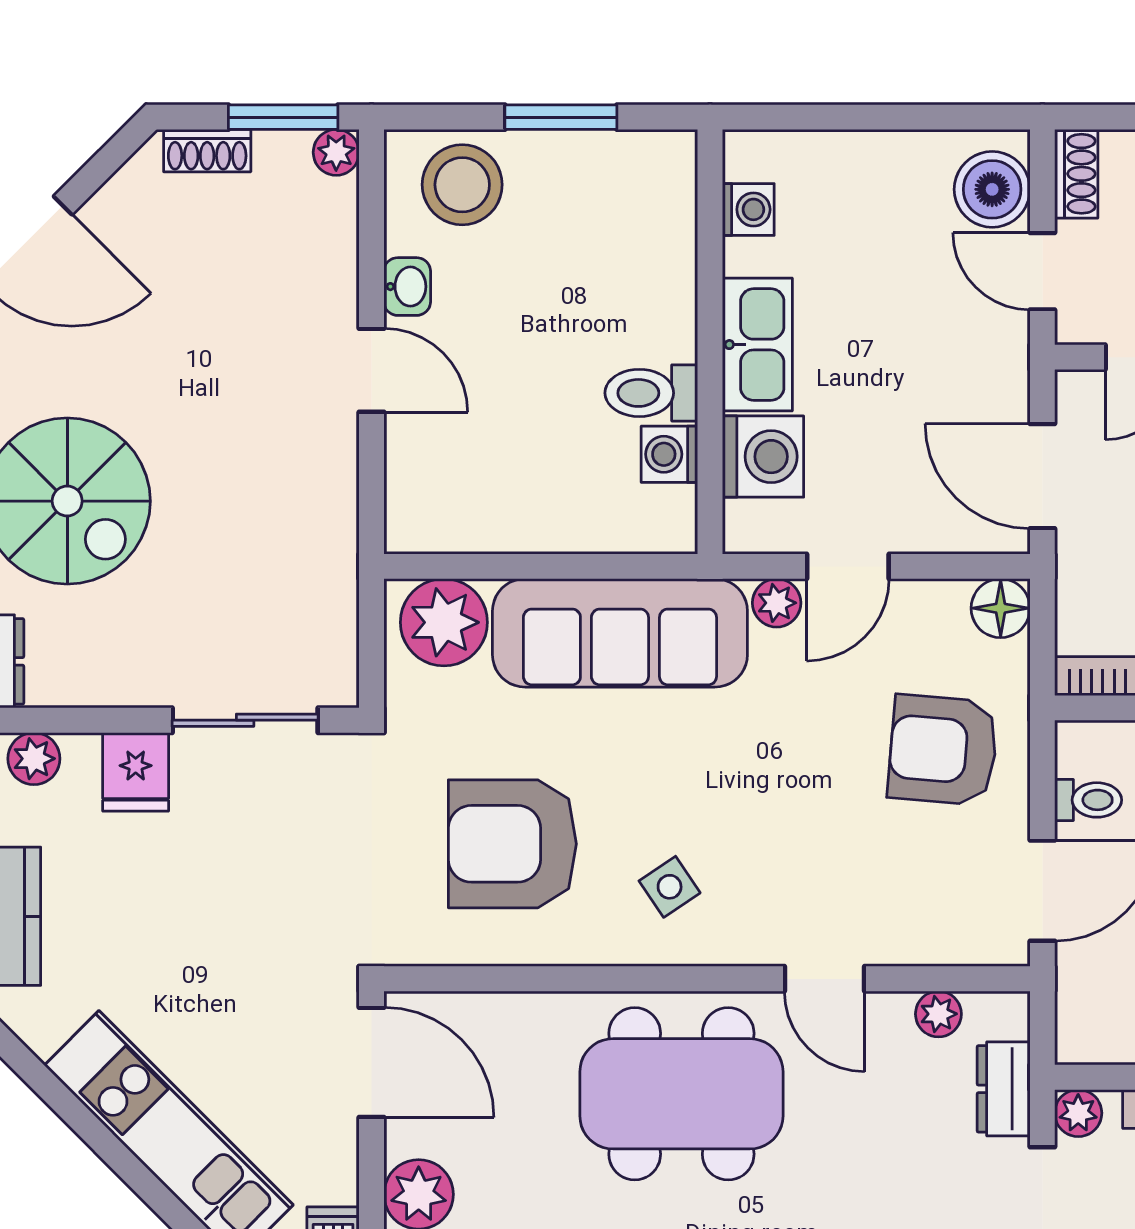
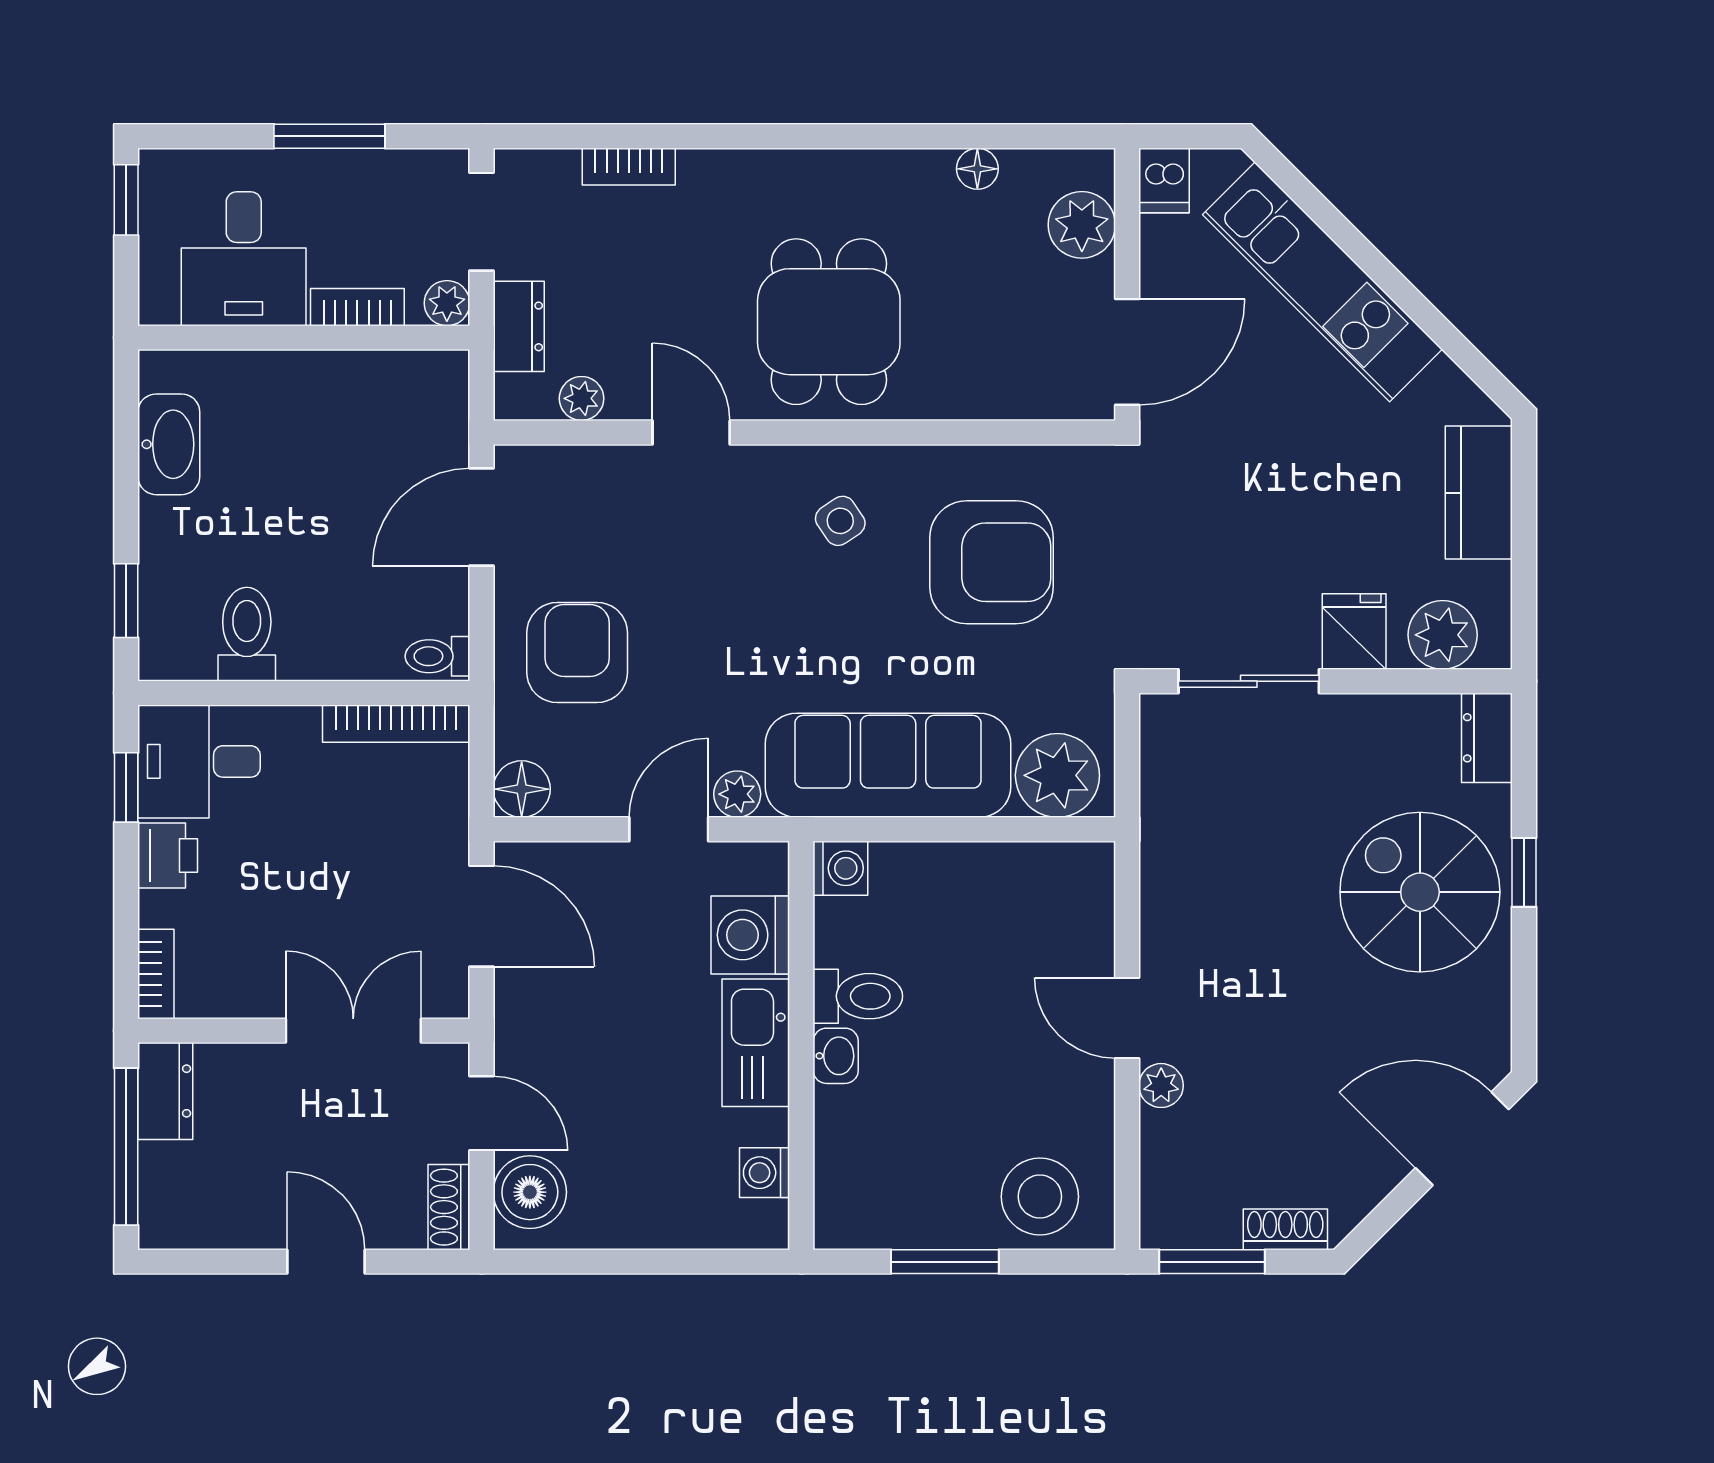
plant: (336, 152) -> (1161, 1086), moved
washbasin: (407, 287) -> (836, 1056), moved, turned 180
washing machine: (669, 454) -> (840, 868), moved
armchair: (943, 750) -> (577, 653), turned -95
plant: (34, 759) -> (1443, 635), width x1.38, depth x1.38
toilet: (1088, 800) -> (437, 656), moved
door: (371, 1062) -> (1127, 352), swing flipped
dining table: (681, 1094) -> (829, 322), width x0.73

